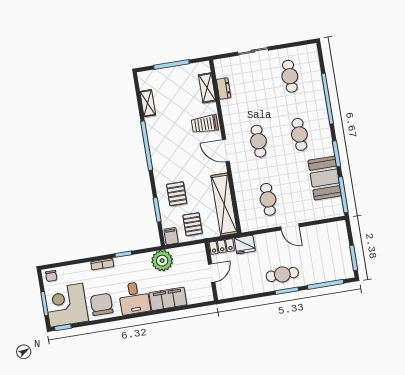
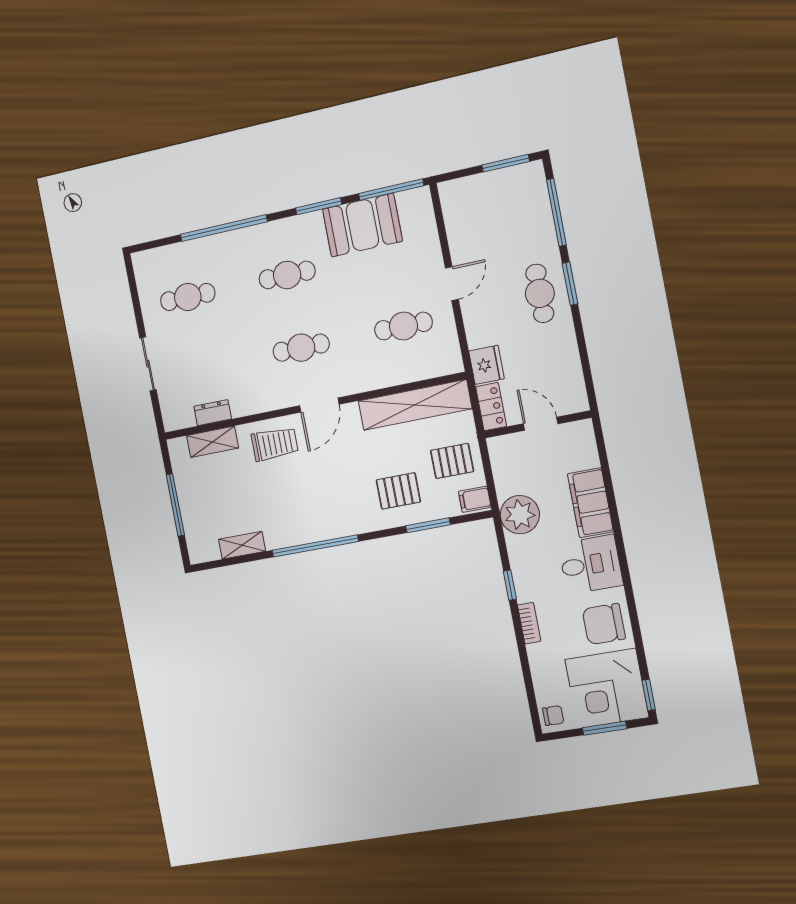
trolley: (205, 124) -> (275, 444), turned -90

